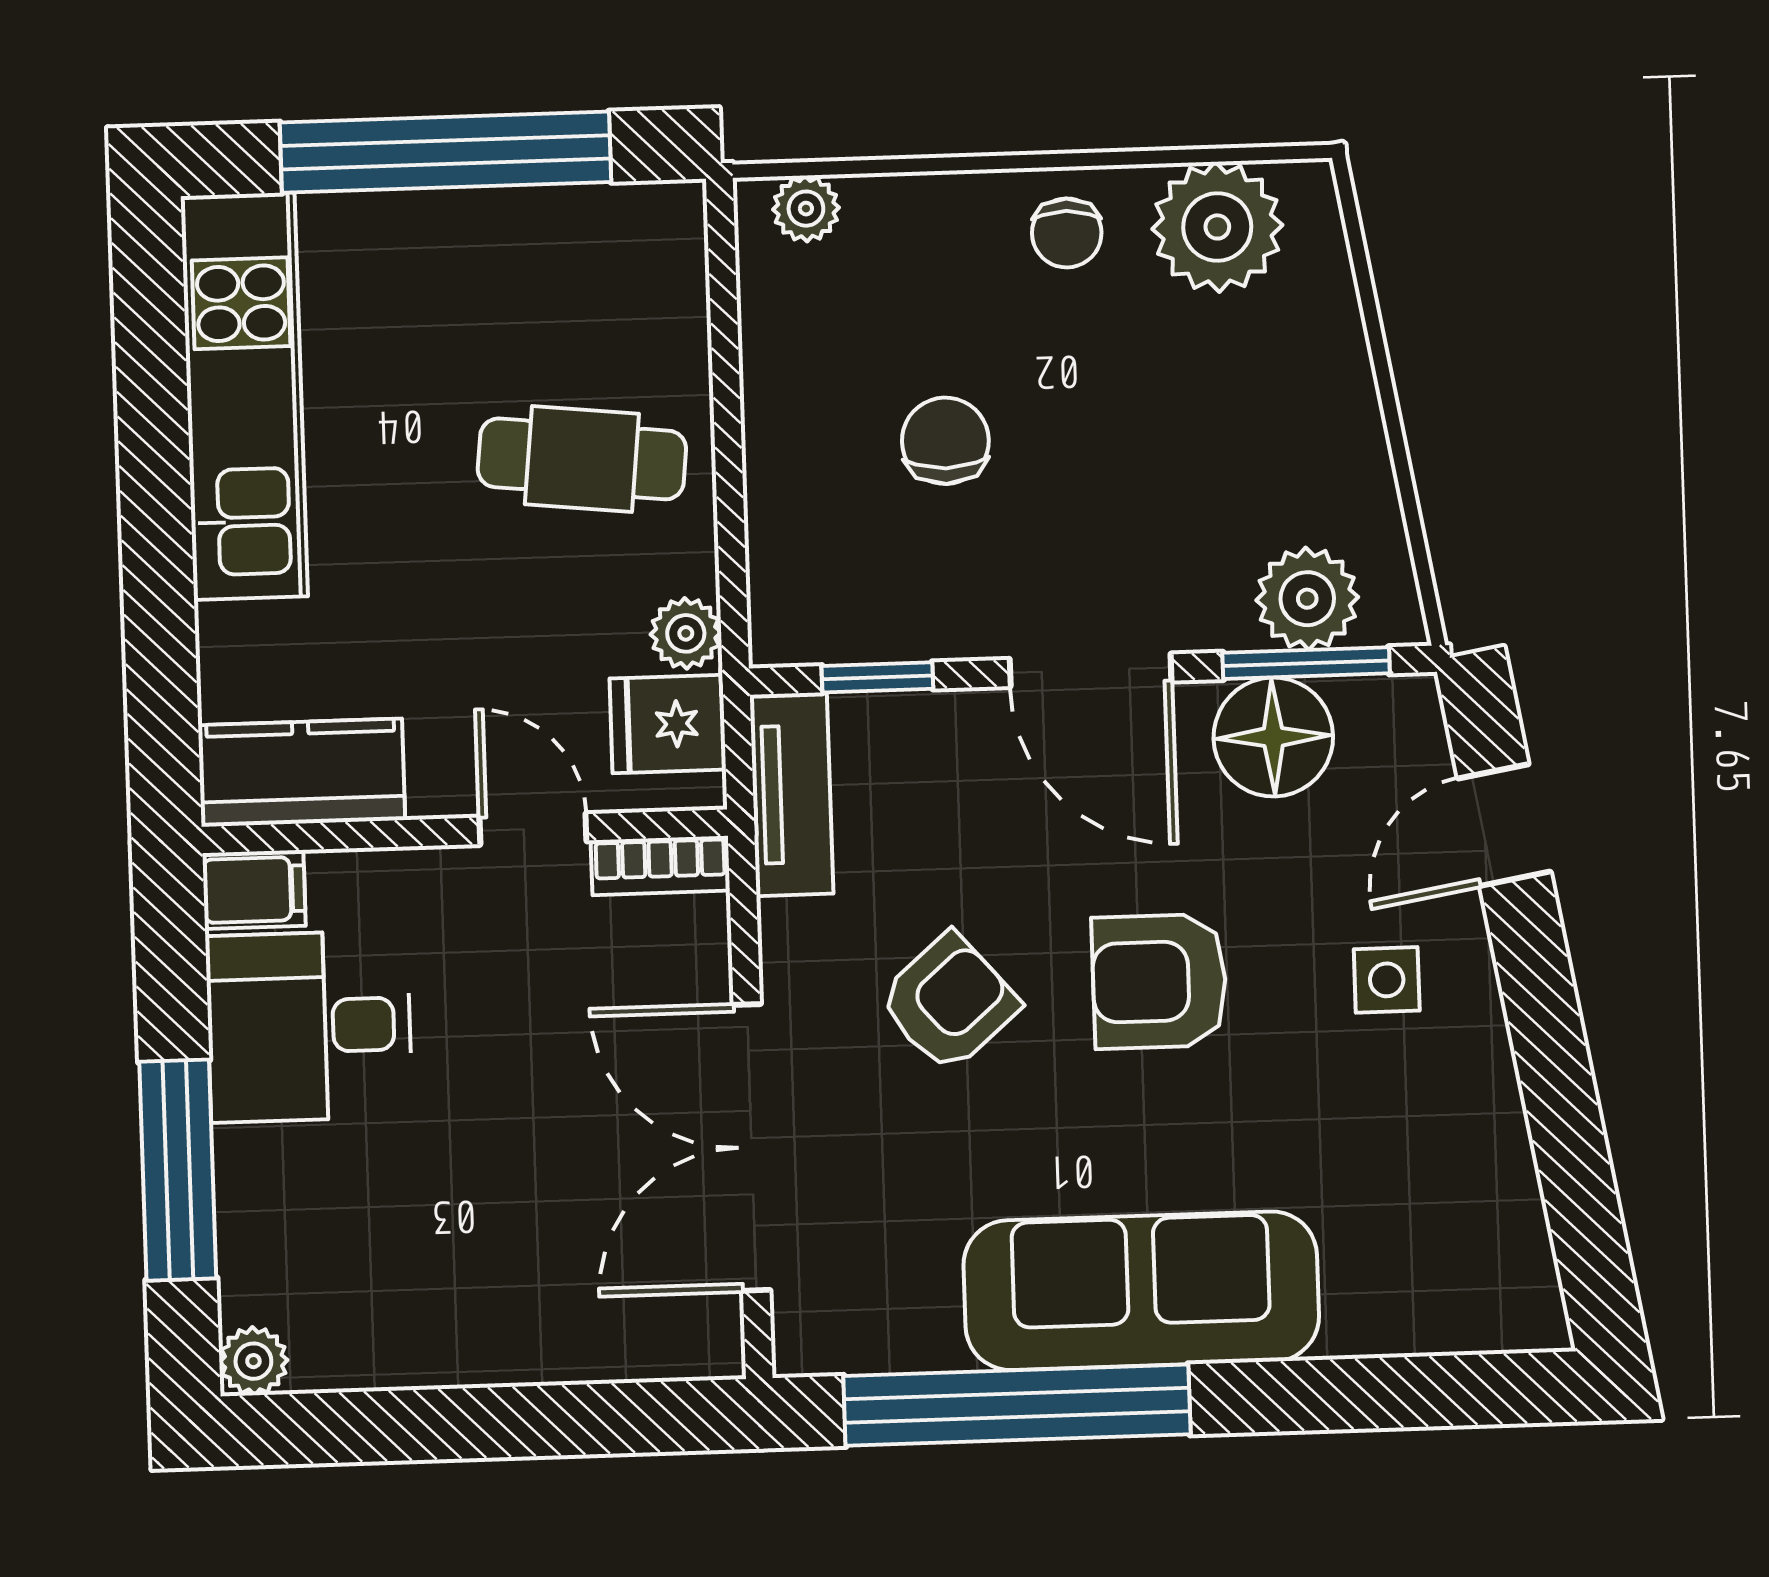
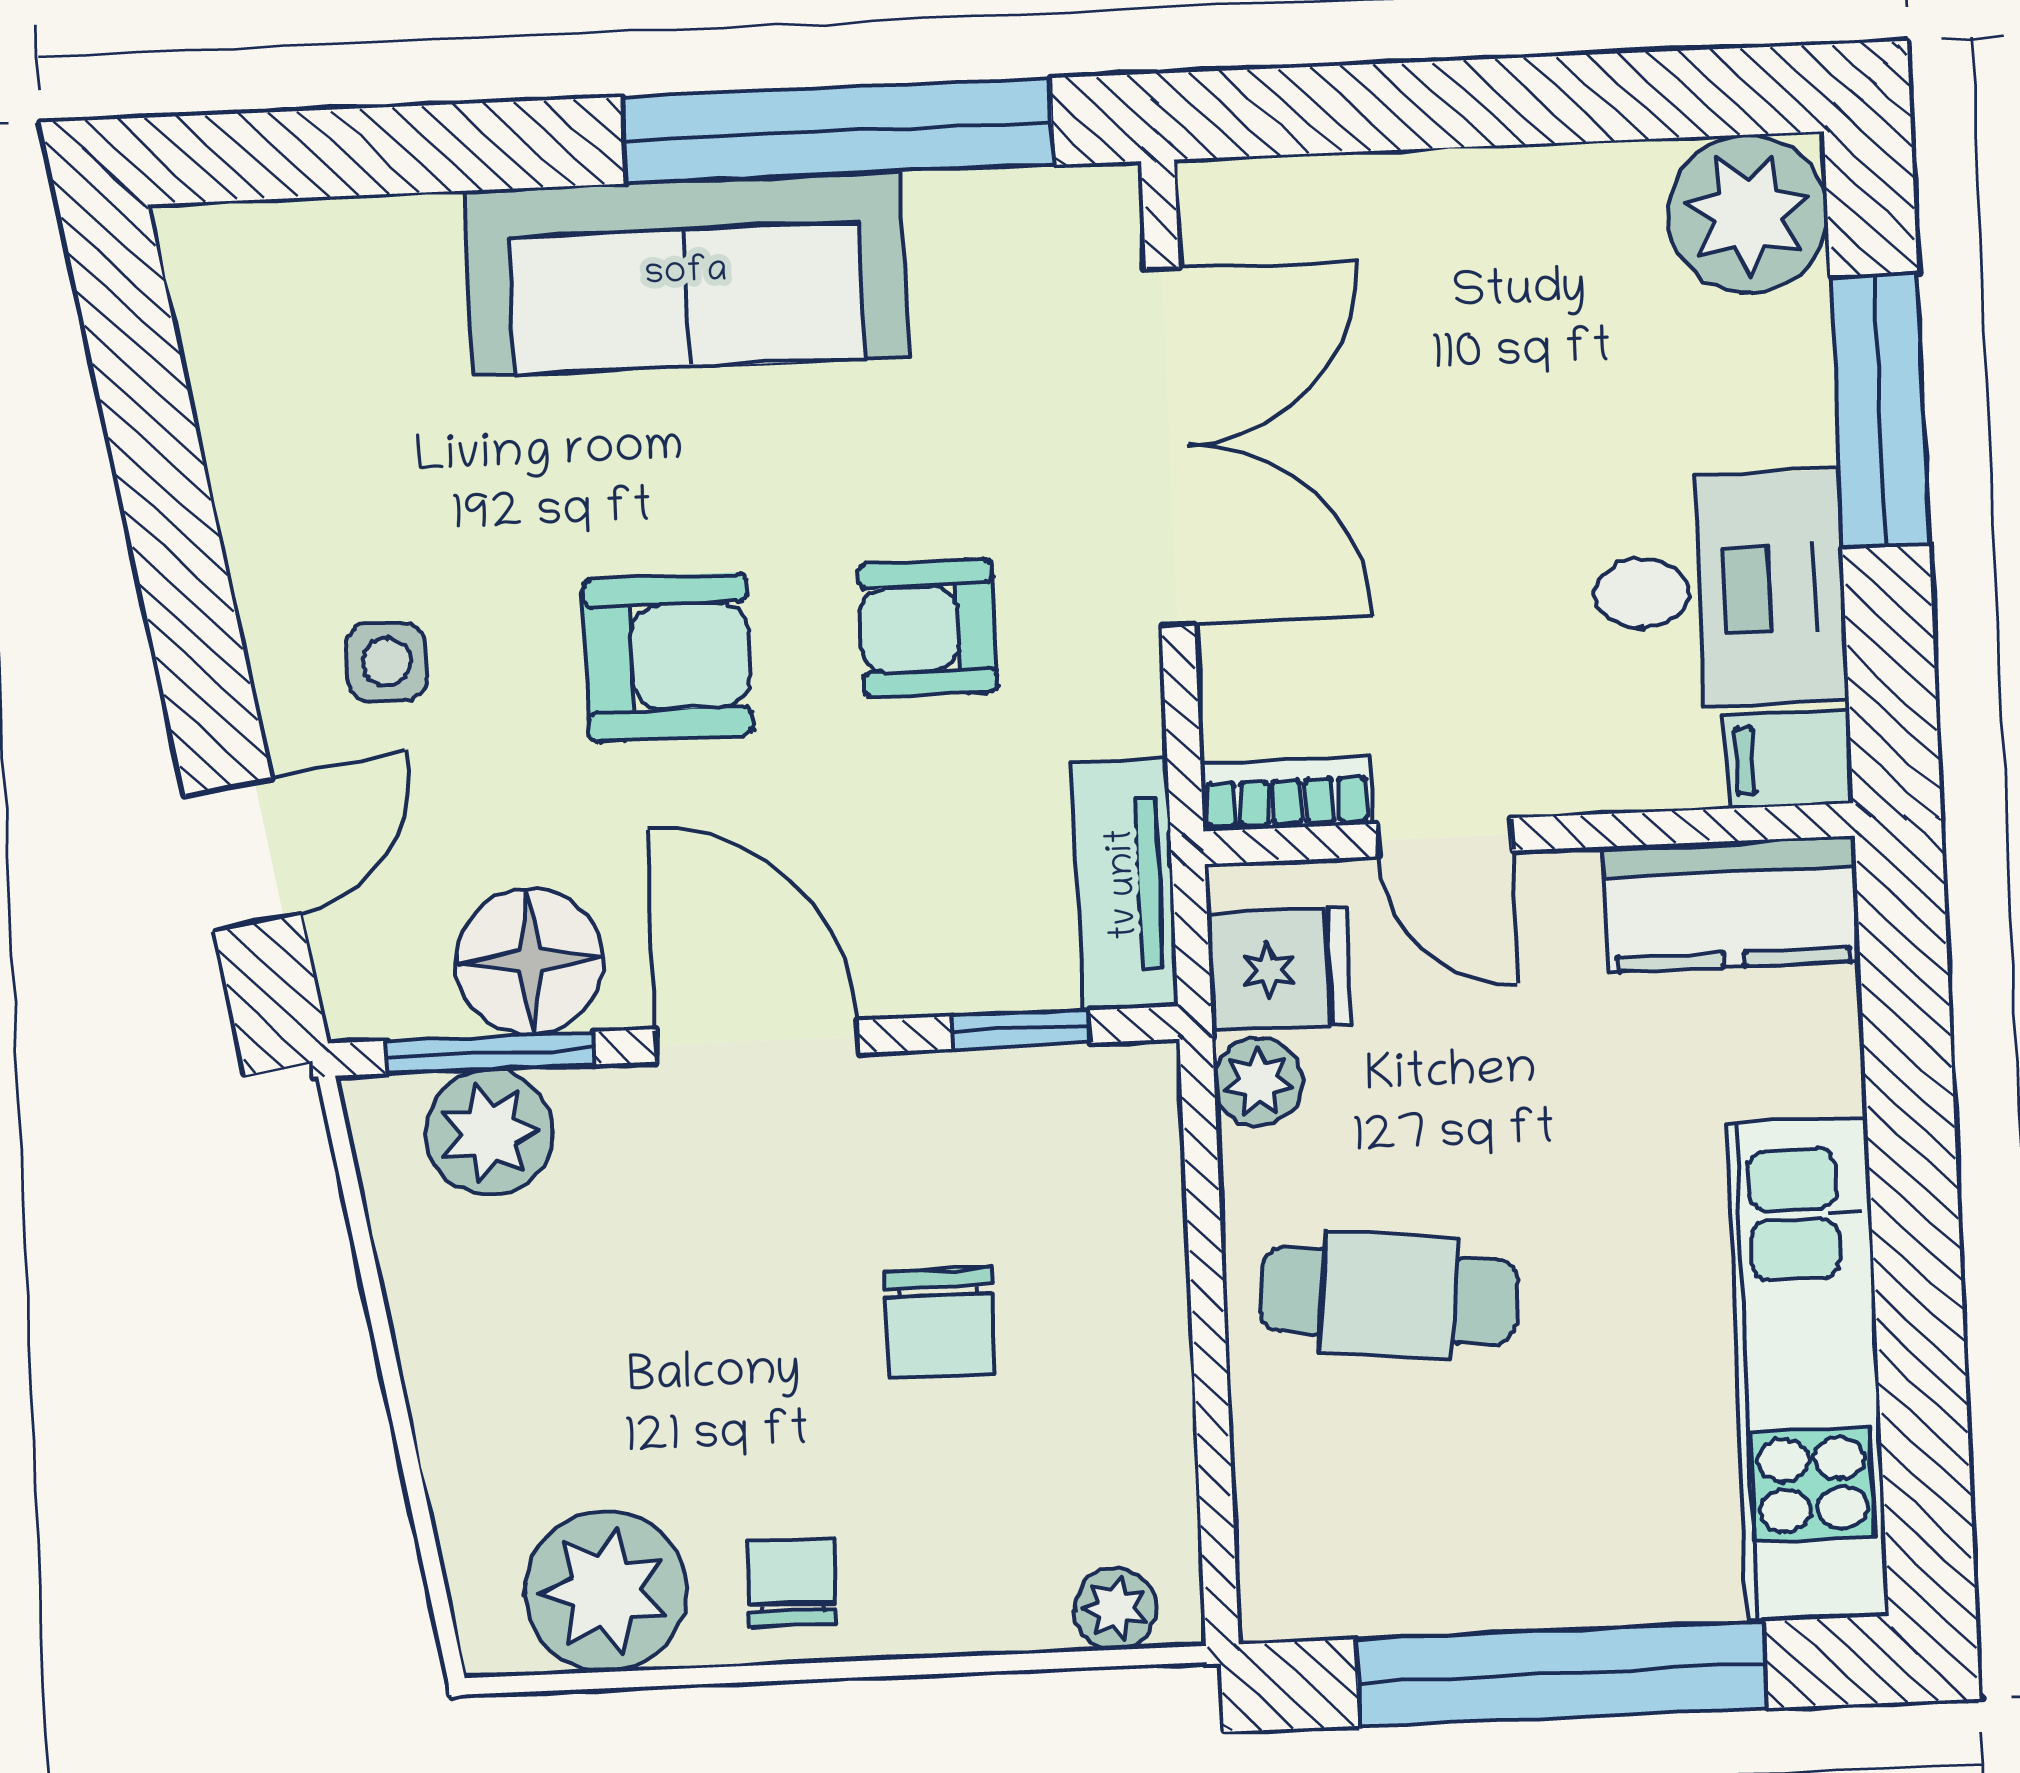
armchair: (949, 1002) -> (928, 628), turned 41
plant: (253, 1361) -> (1748, 214), width x1.88, depth x1.88

